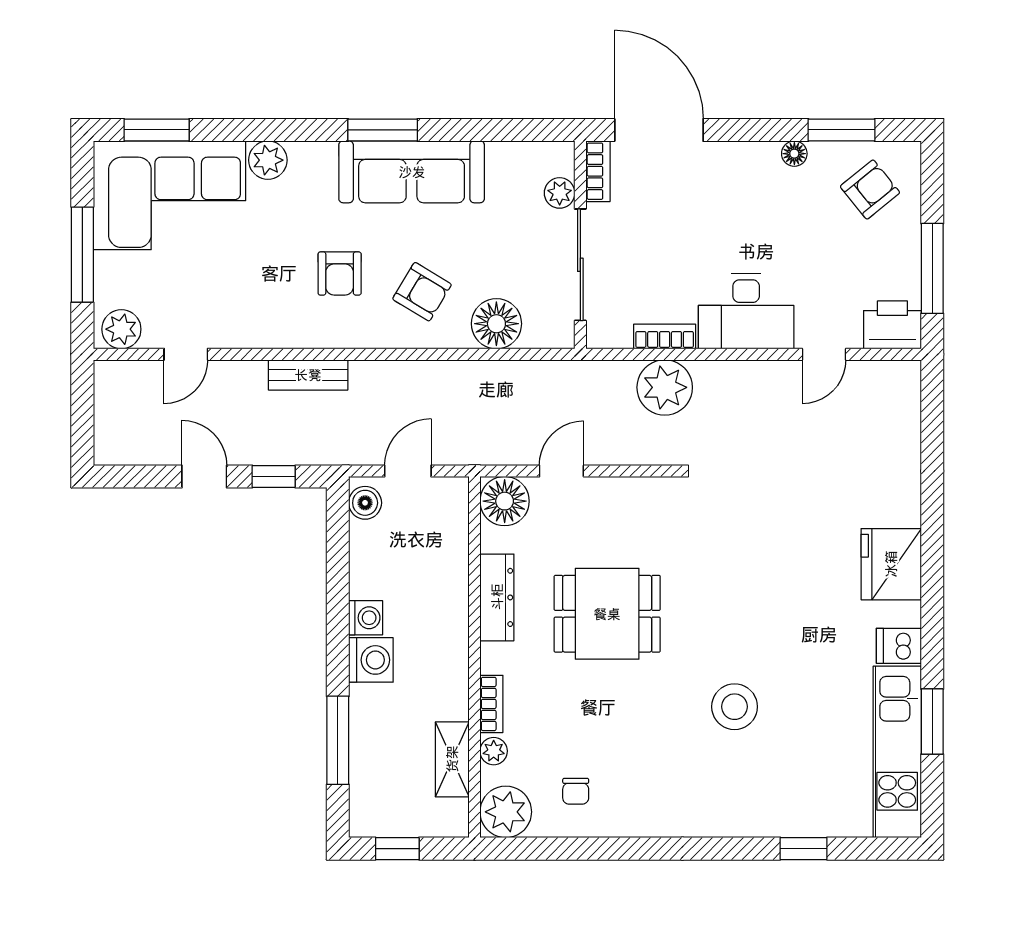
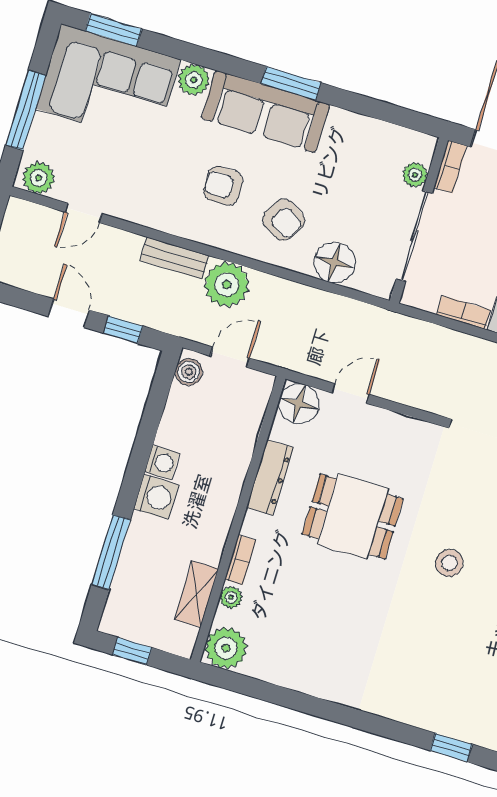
sofa: (412, 172) -> (265, 112), moved
armchair: (340, 273) -> (223, 186), turned 90
plant: (665, 387) -> (227, 285), moved
stool: (735, 707) -> (449, 563), moved, width x0.73, depth x0.73
chair: (576, 791) -> (286, 648), removed

